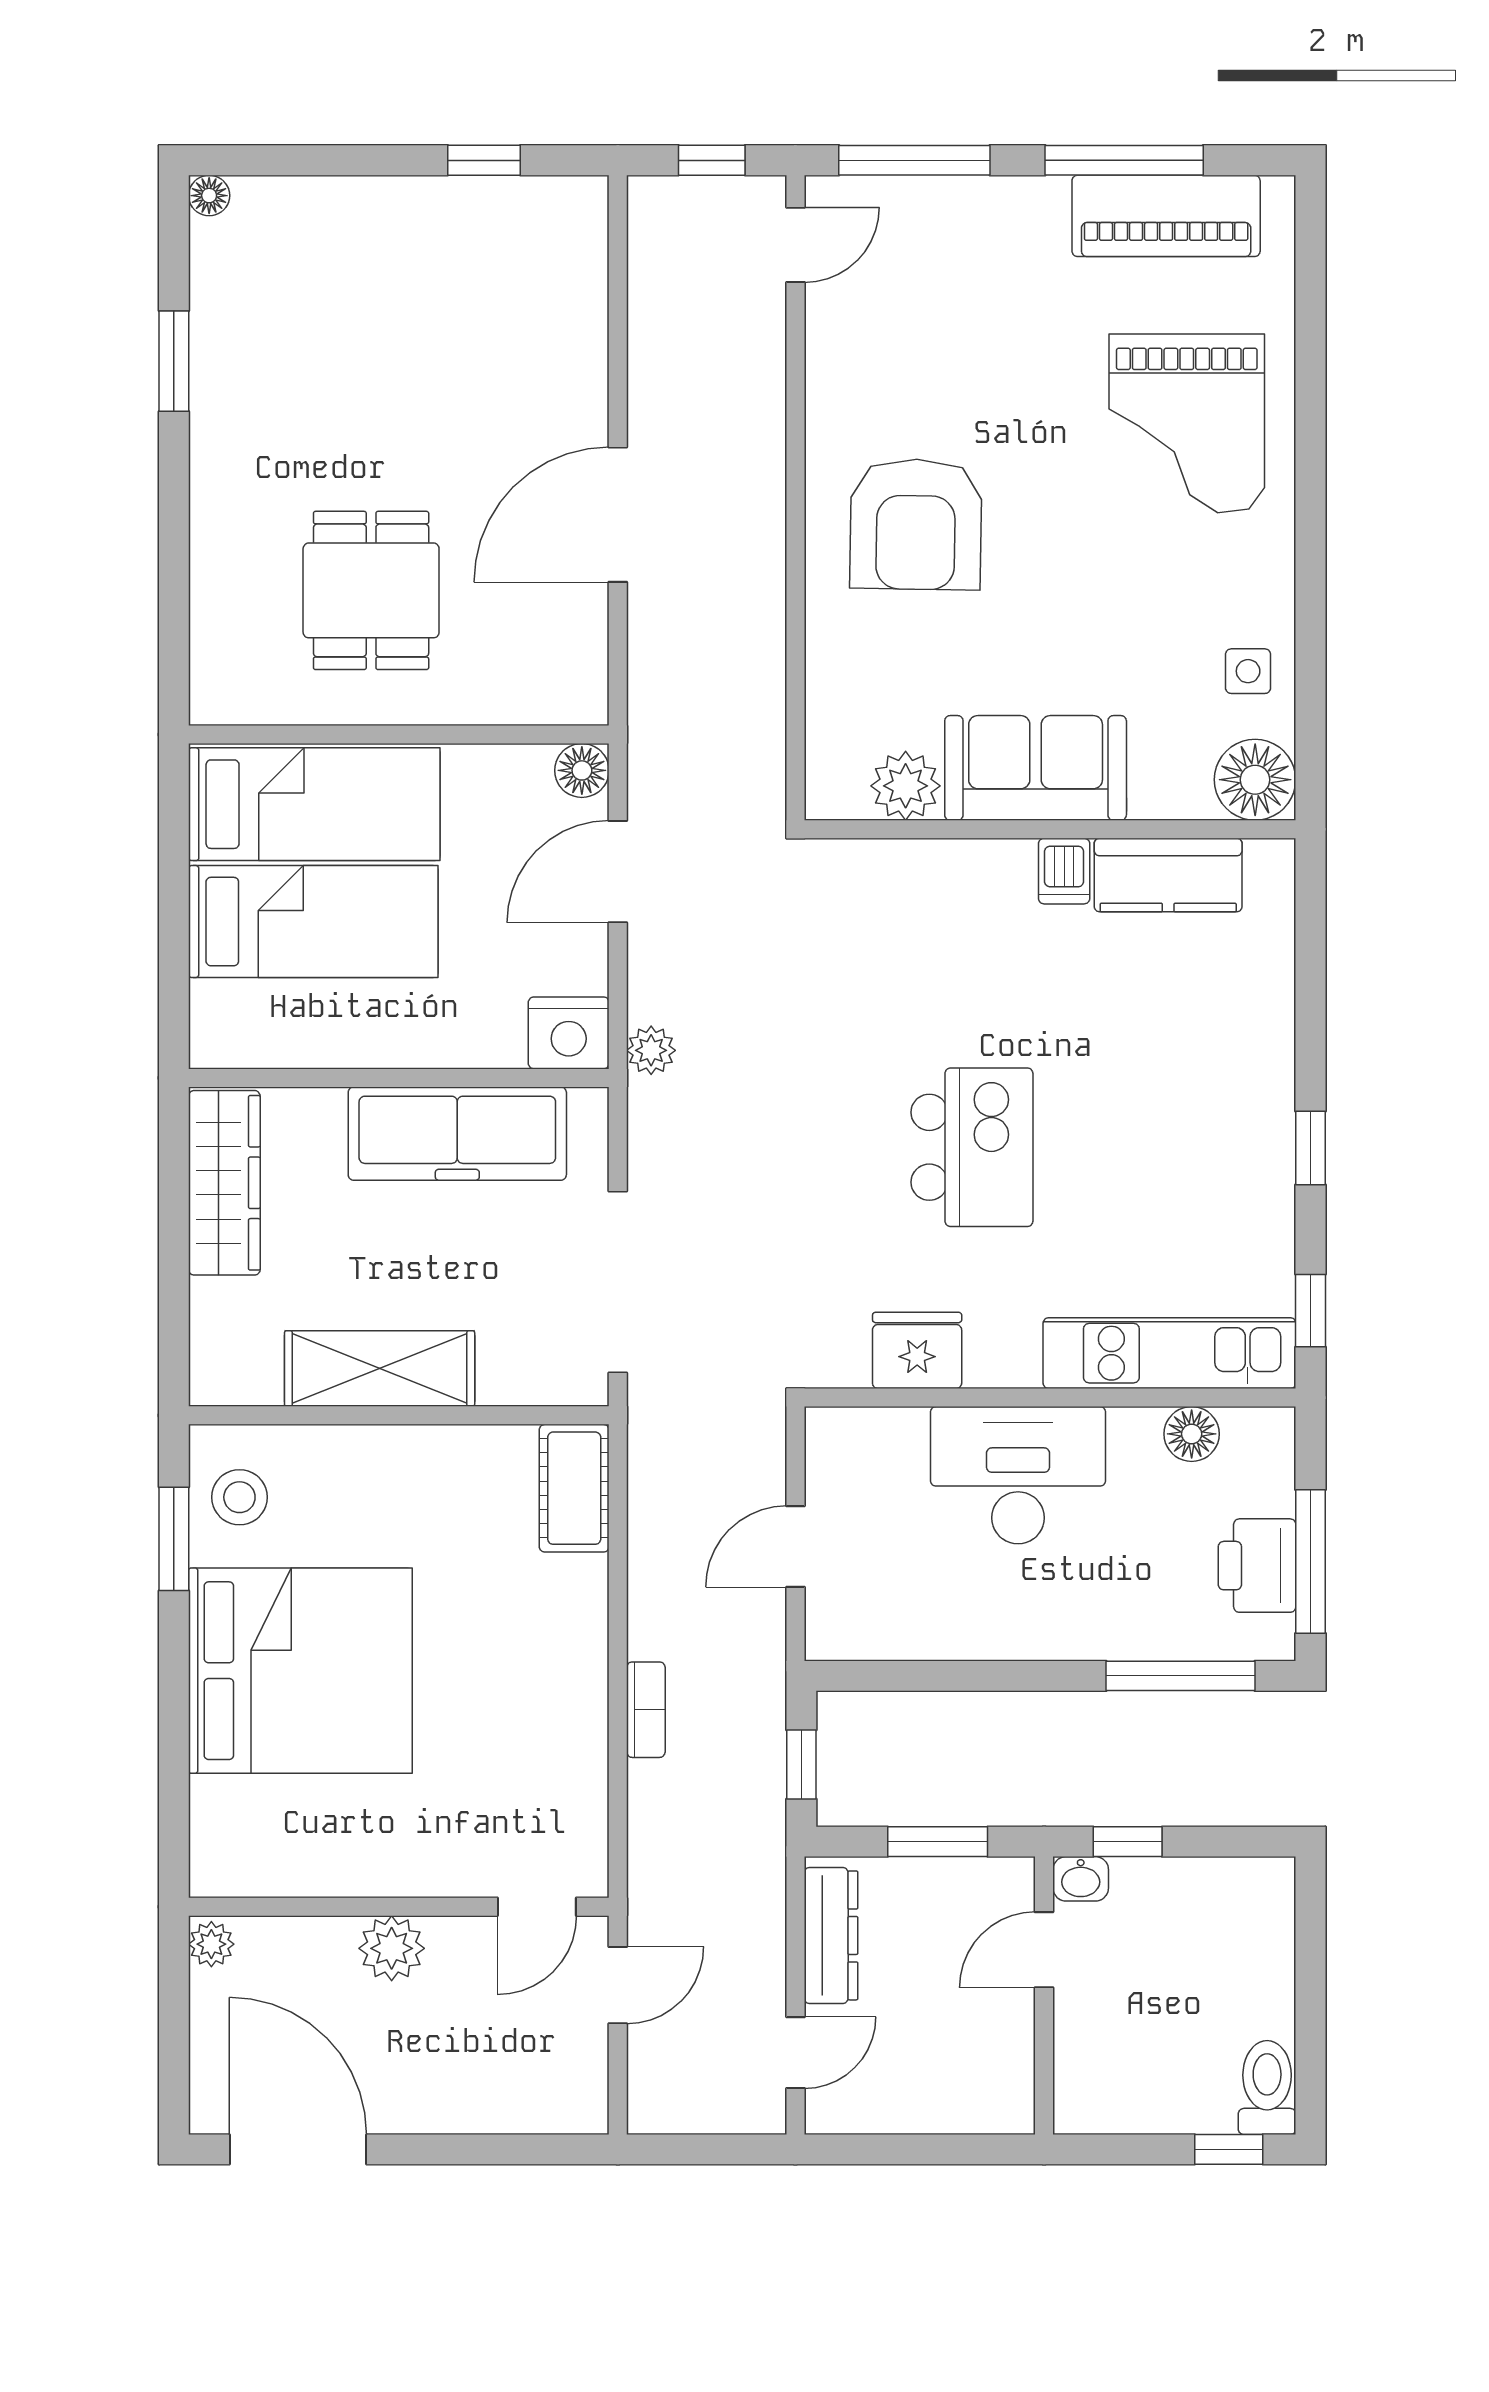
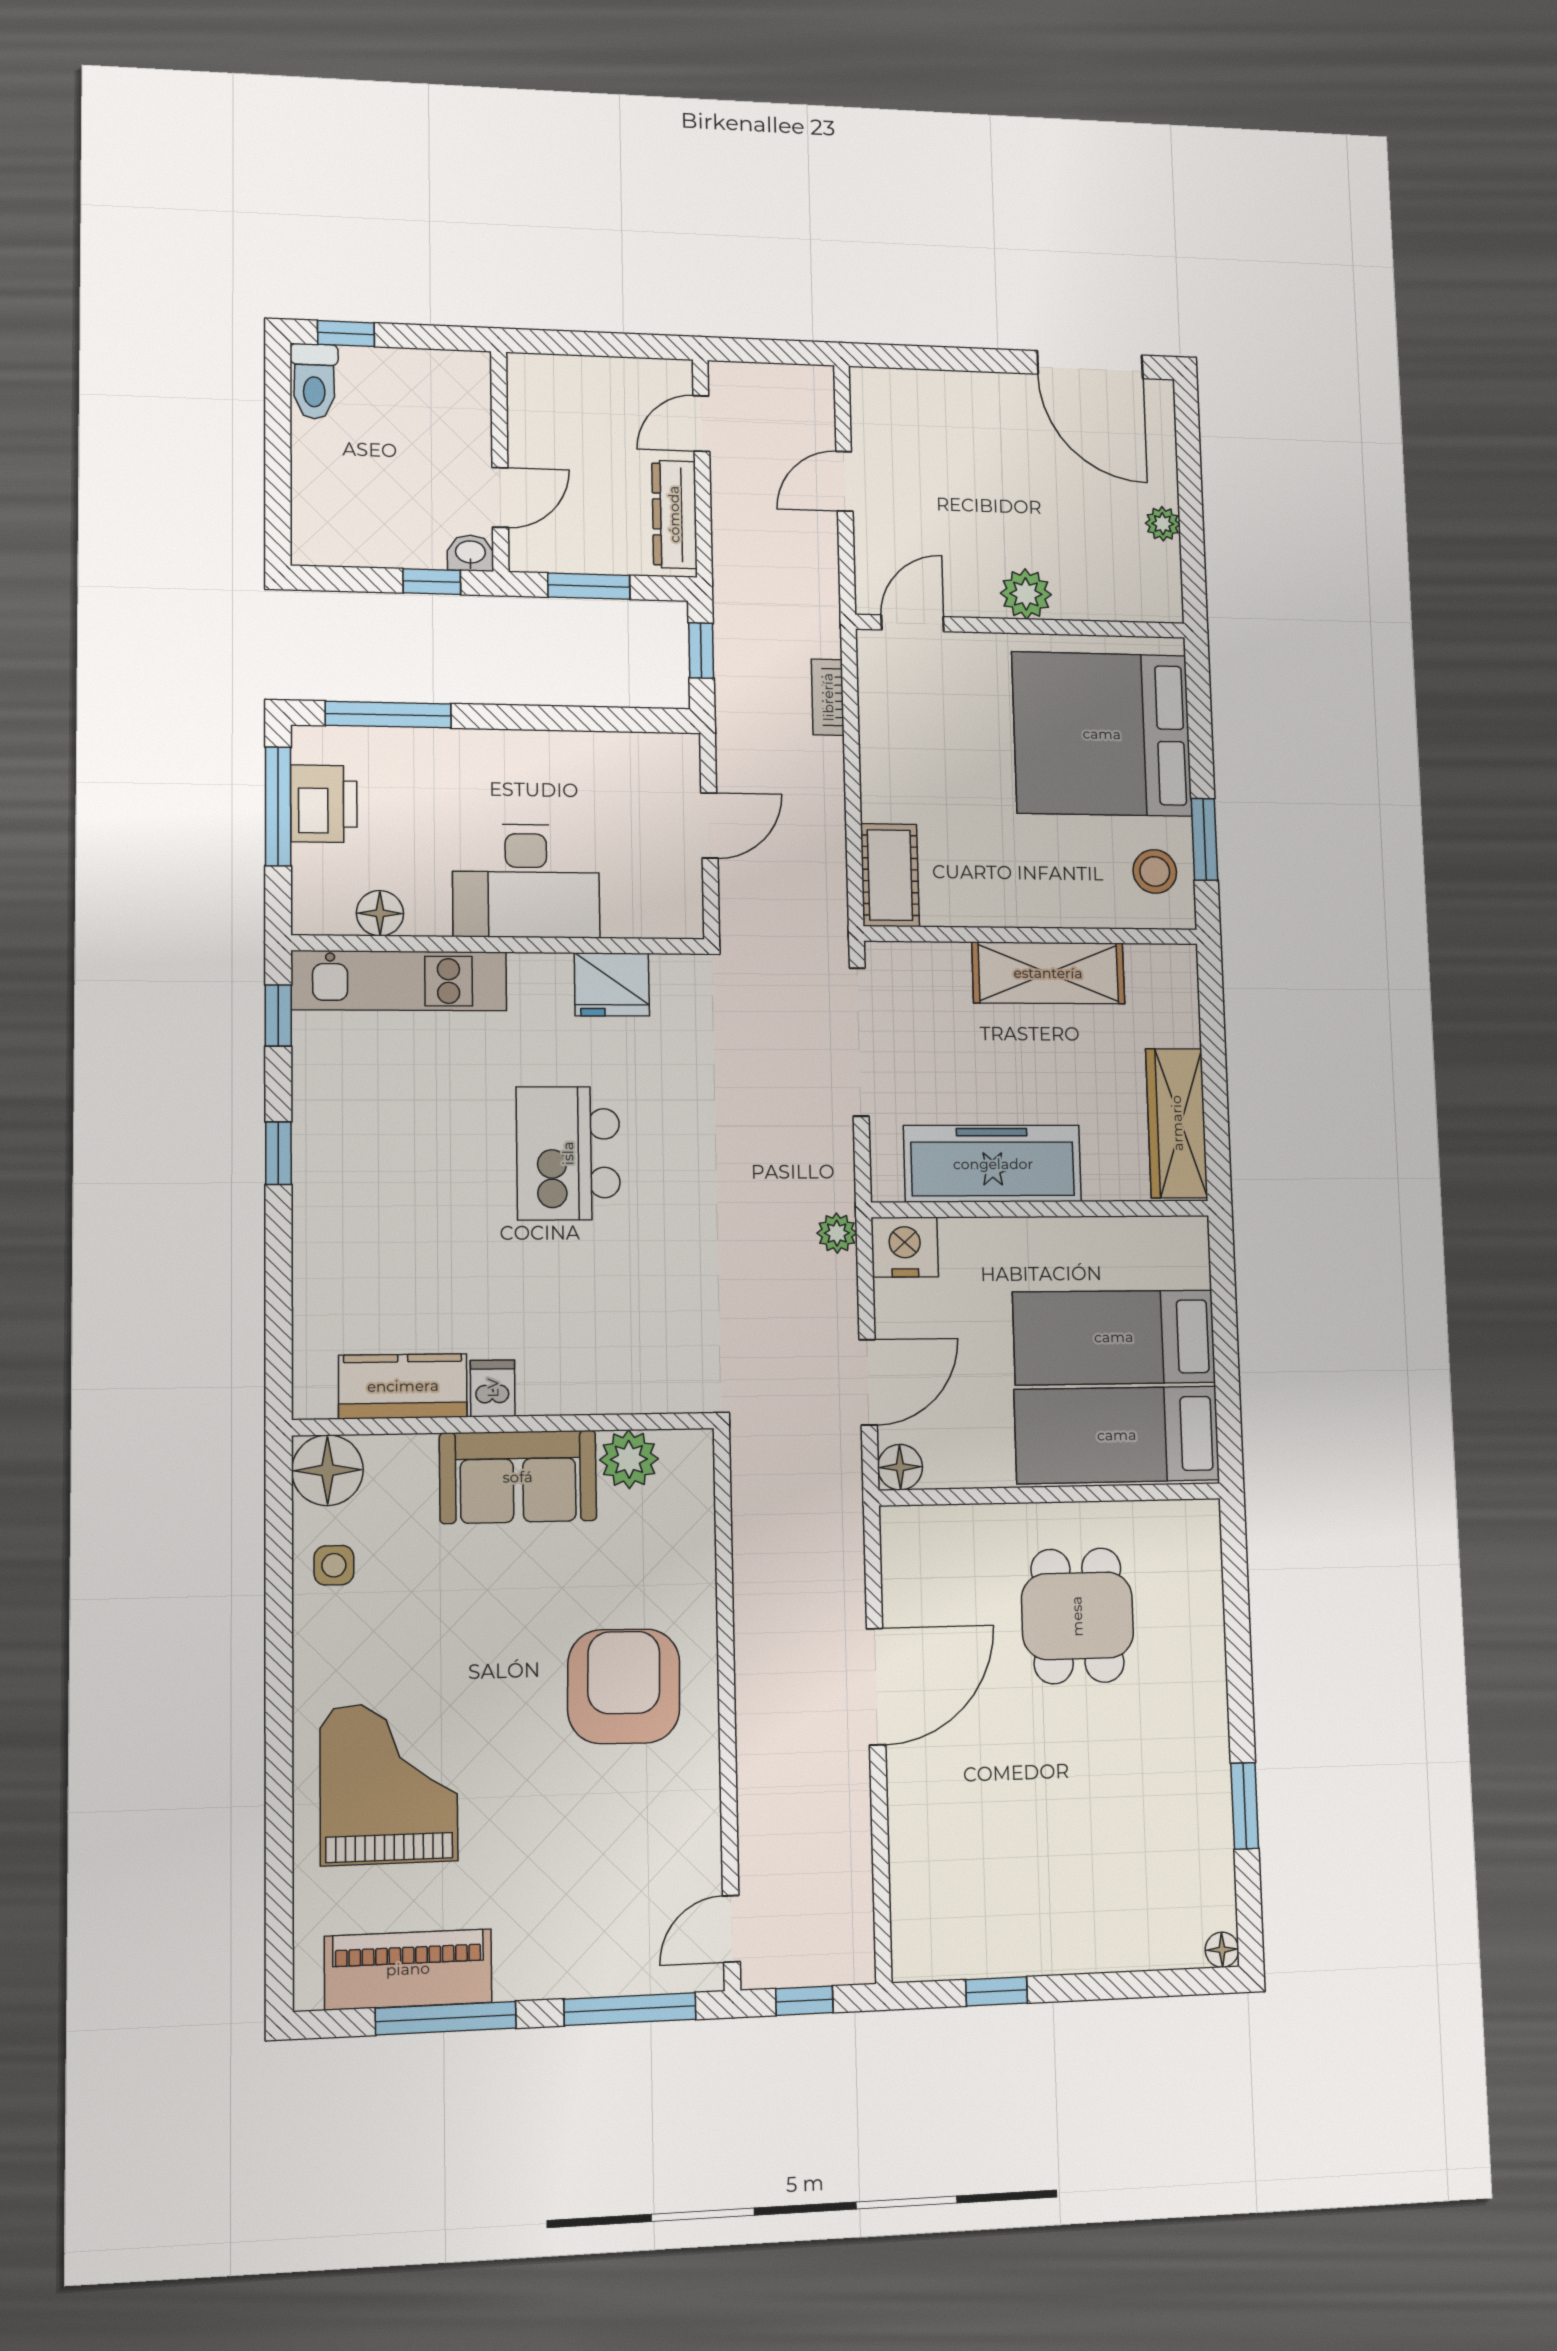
wall: (399, 1907) -> (1021, 626), moved
door: (537, 1907) -> (913, 623), moved
plant: (392, 1948) -> (1026, 594), moved

